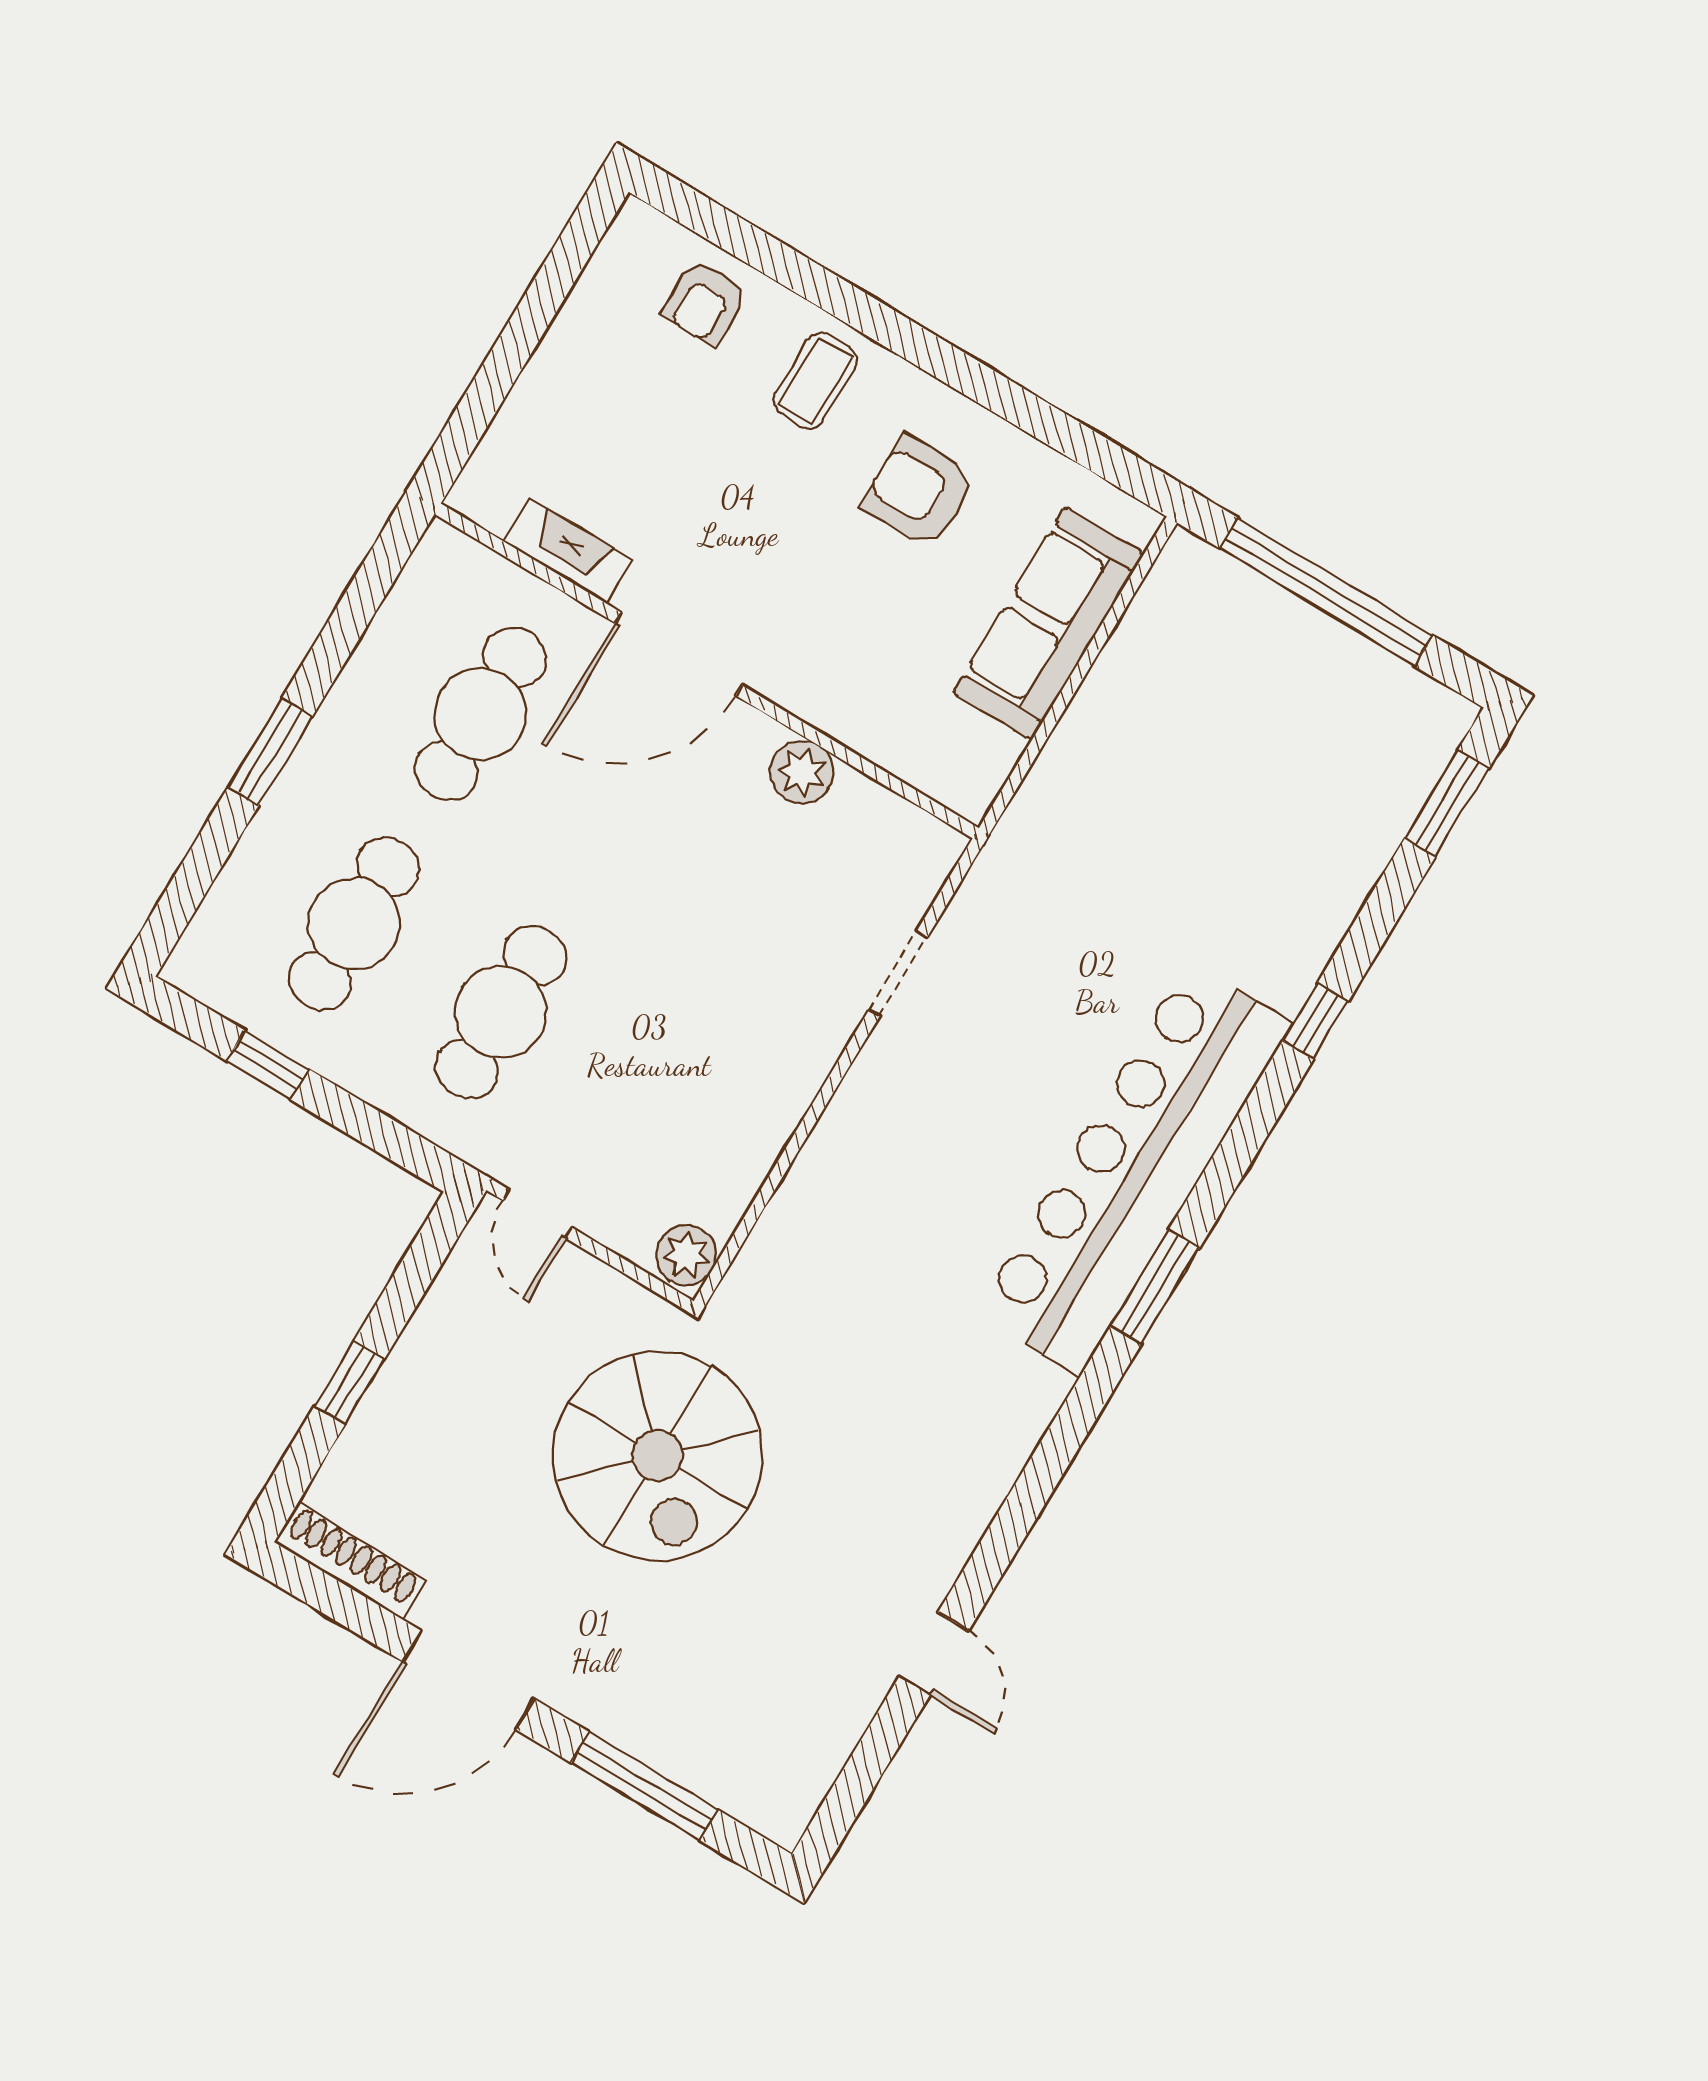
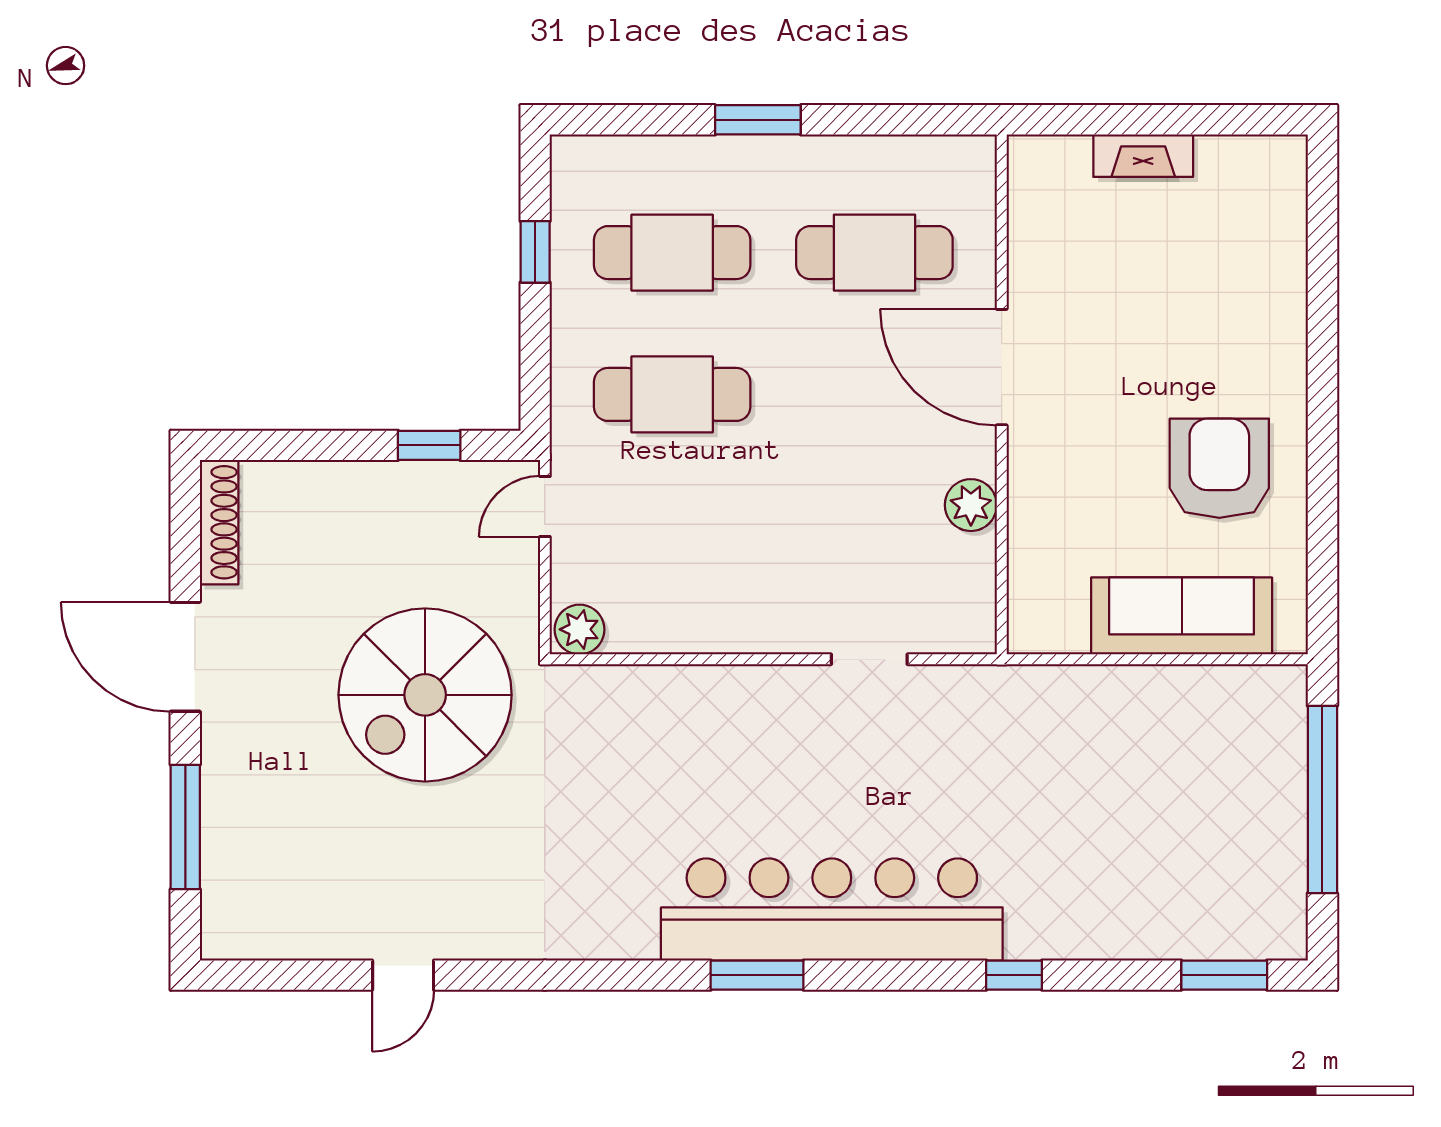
armchair: (705, 303) -> (1261, 236), removed
coffee table: (815, 381) -> (1254, 347), removed
armchair: (919, 492) -> (1219, 468), width x1.36, depth x1.36
fireplace: (568, 551) -> (1143, 156), moved, turned 90
window: (349, 1383) -> (429, 445), moved

